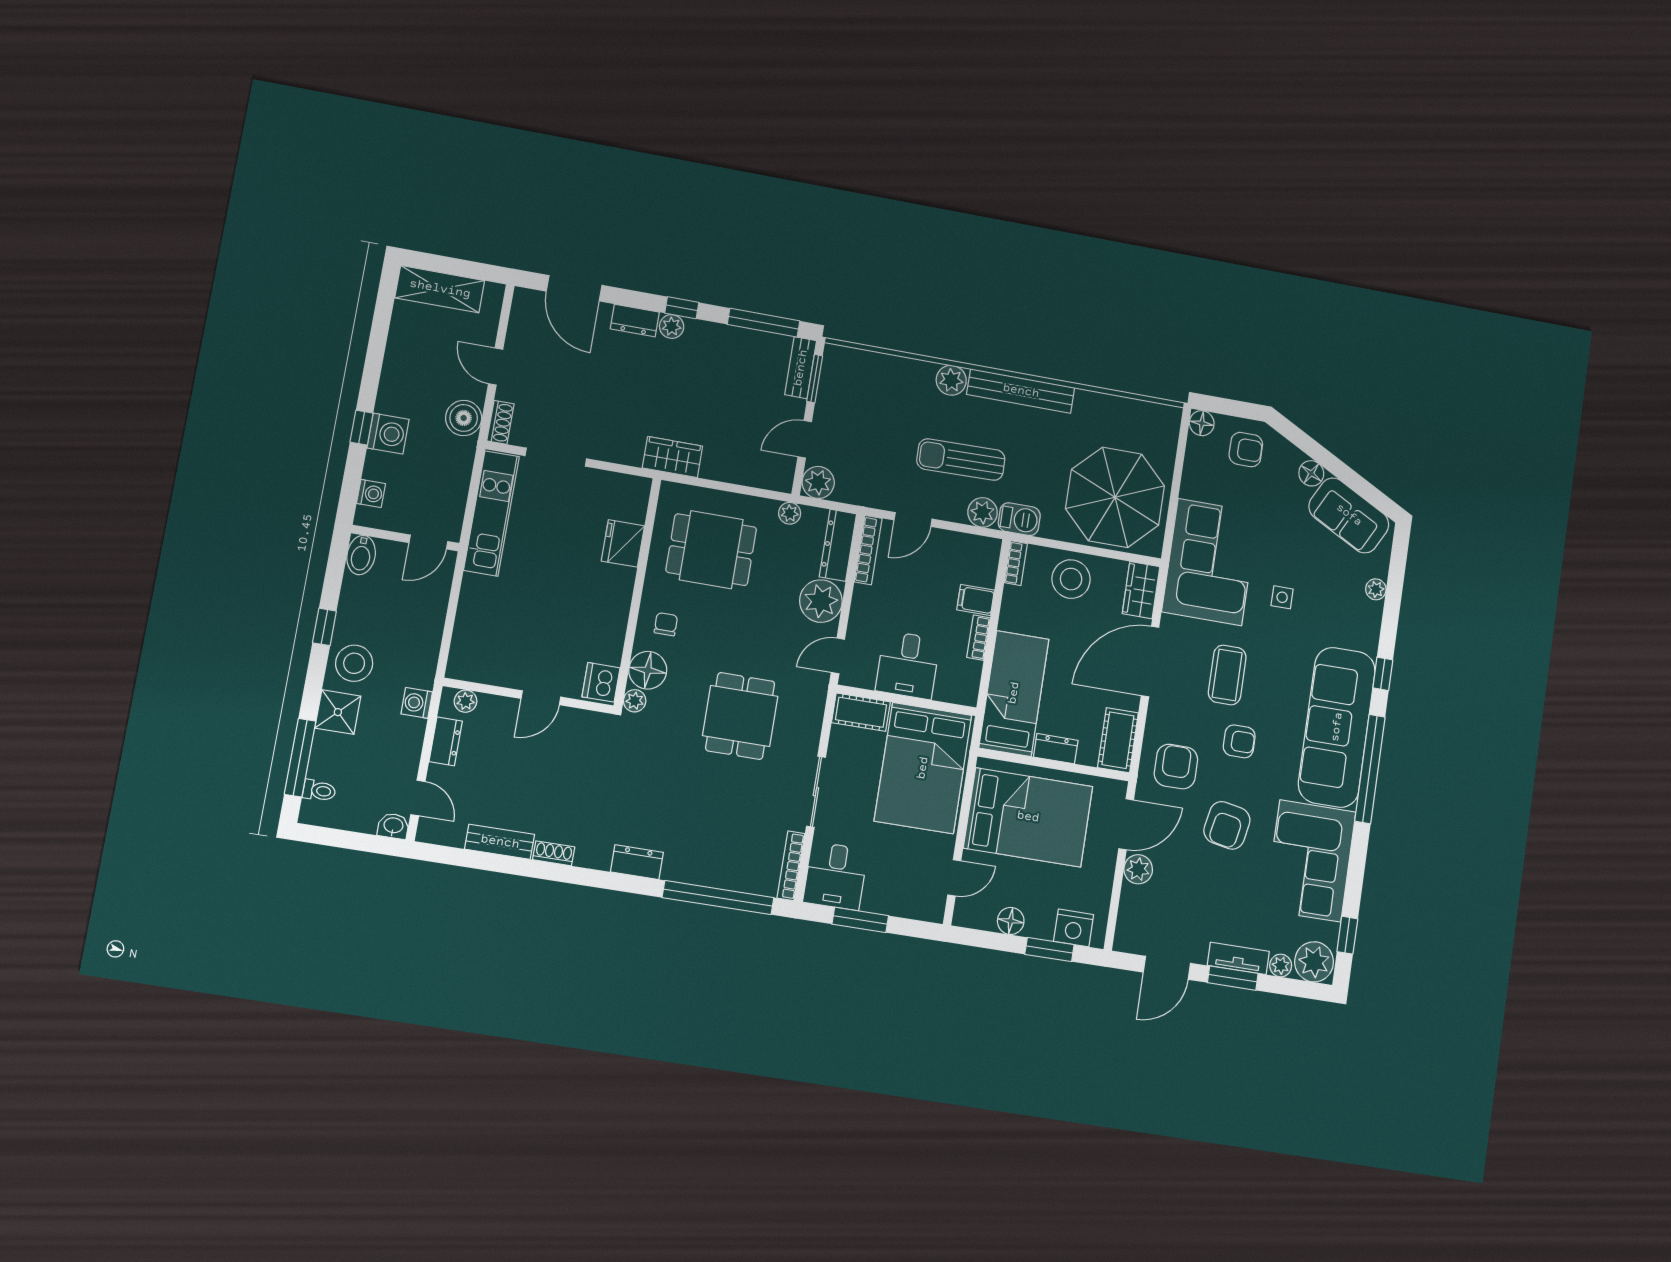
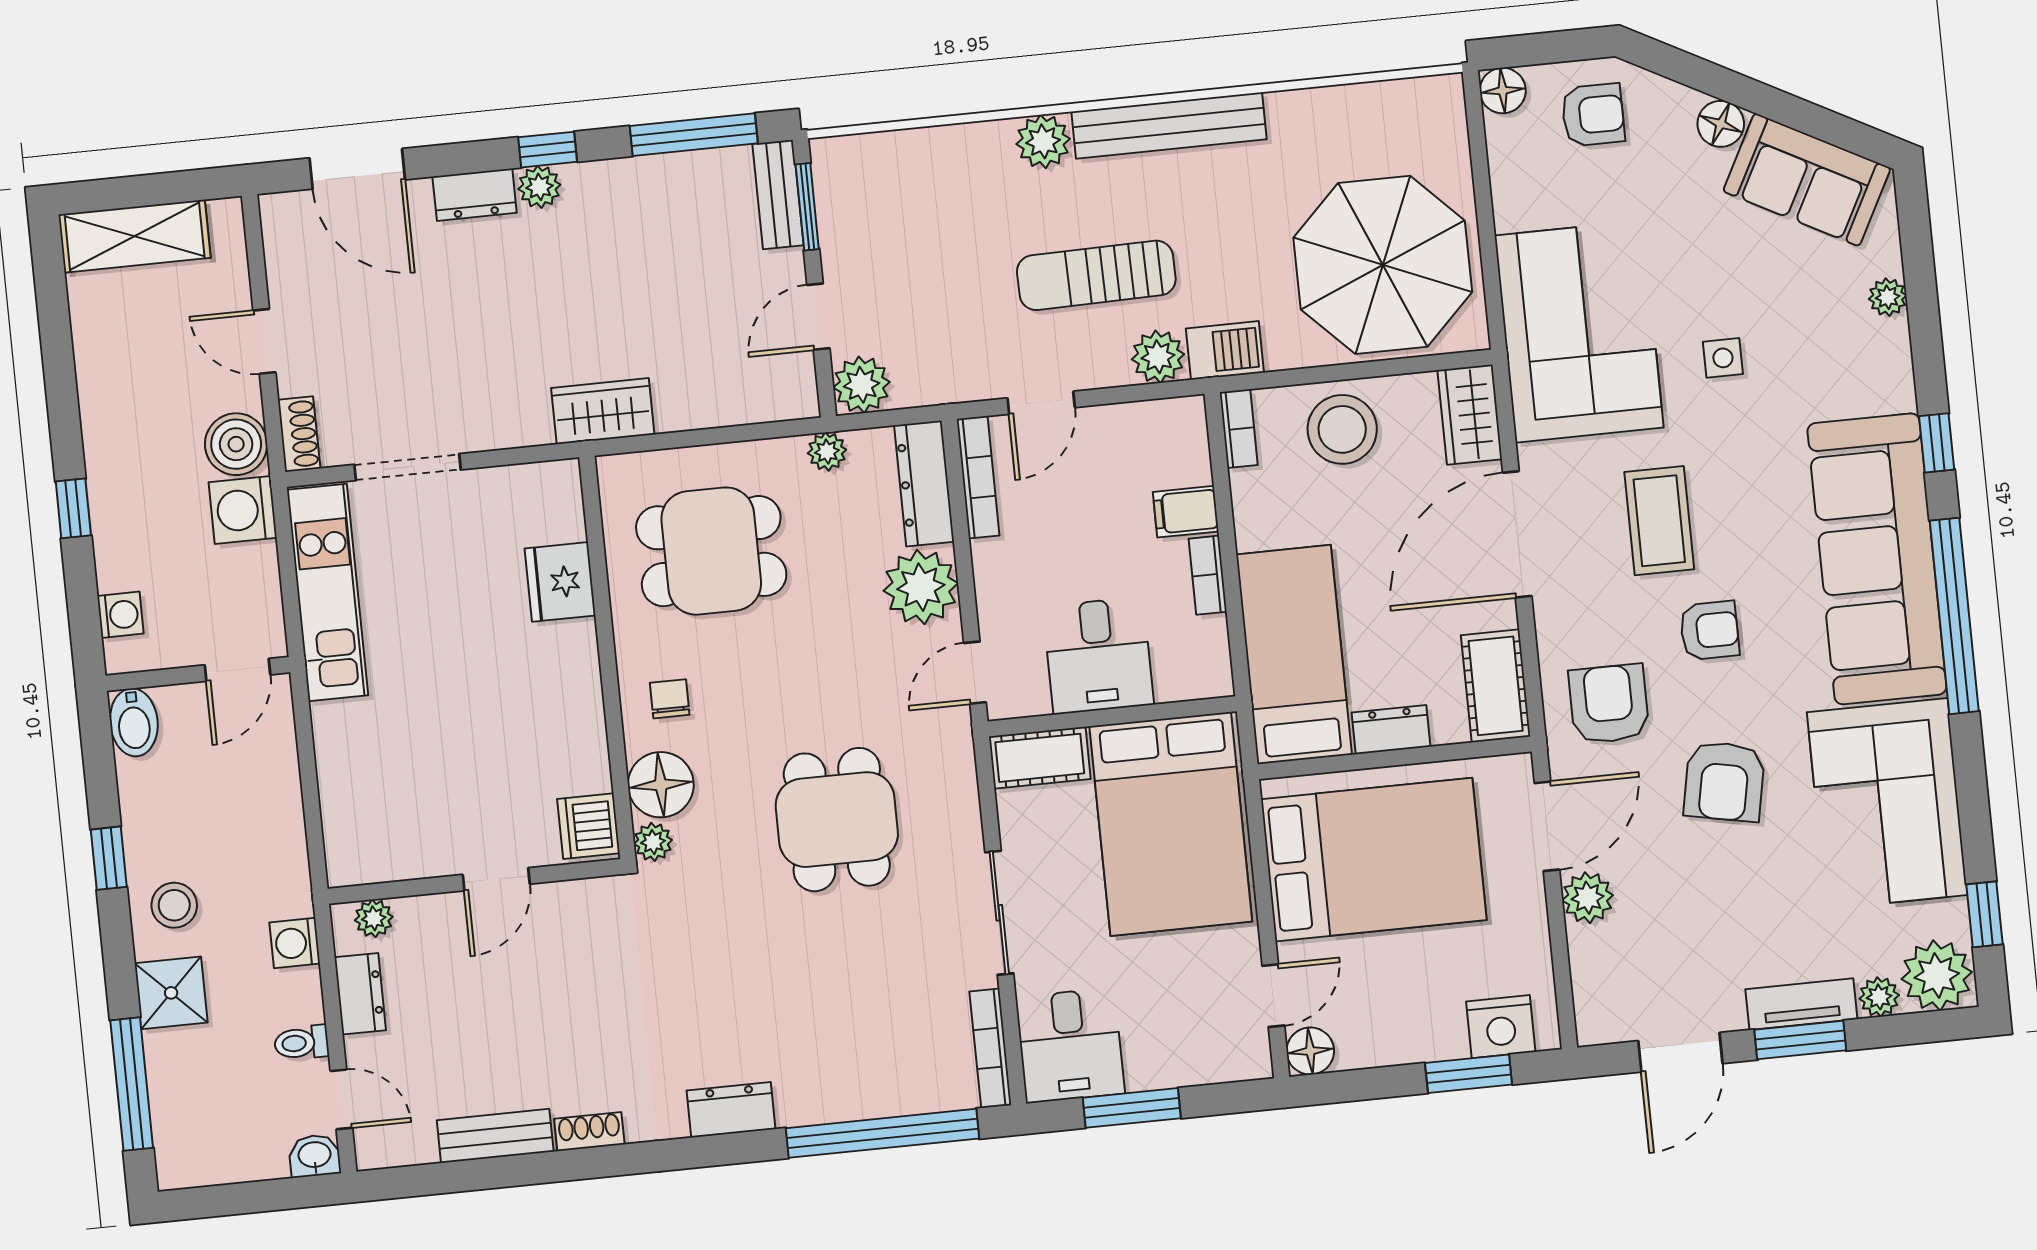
washing machine: (388, 434) -> (243, 510), moved, turned 180
stool: (354, 663) -> (174, 905), width x0.73, depth x0.73
toilet: (319, 791) -> (301, 1043), moved, turned 180
floor lamp: (1011, 921) -> (1310, 1051), moved

